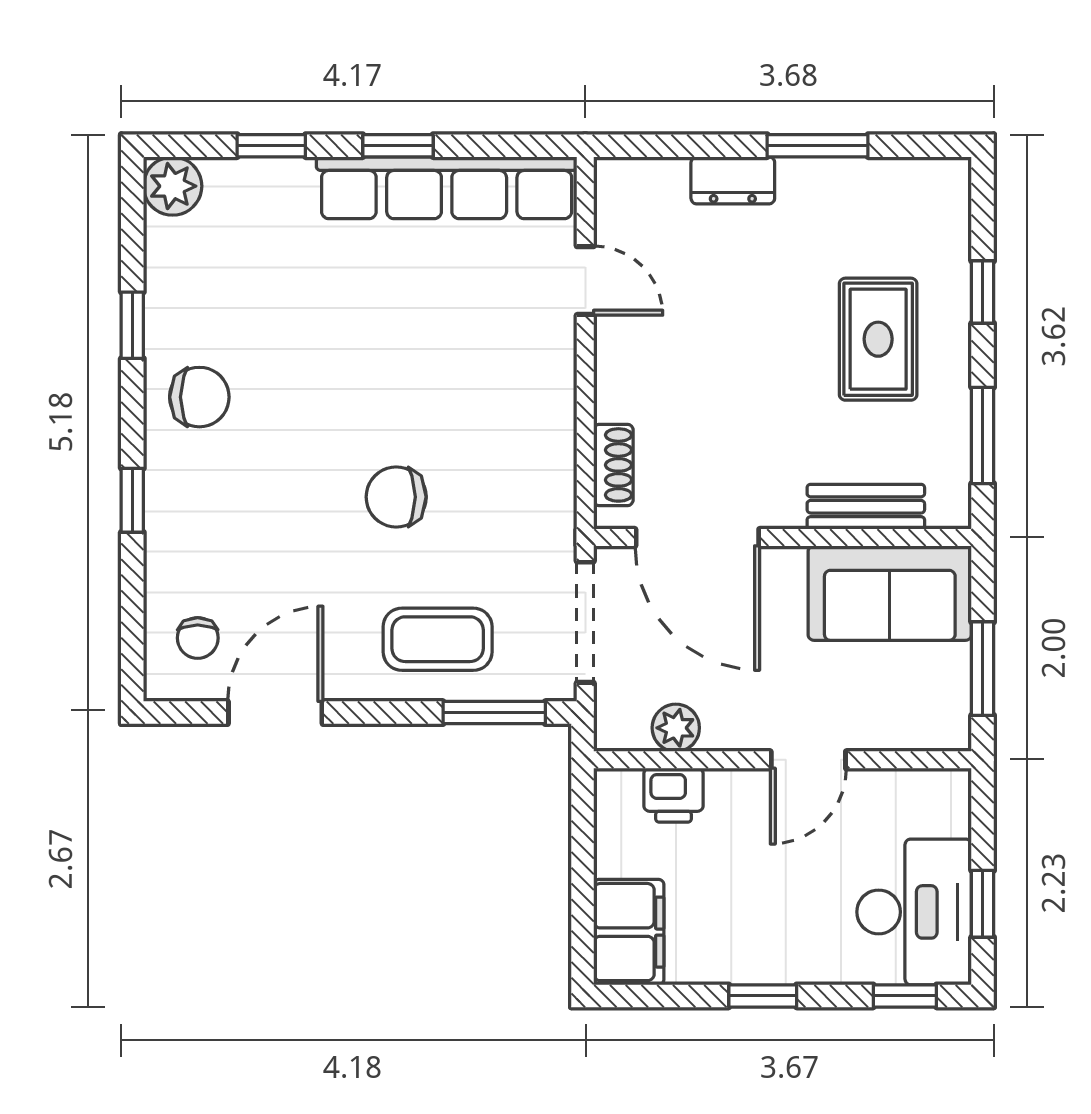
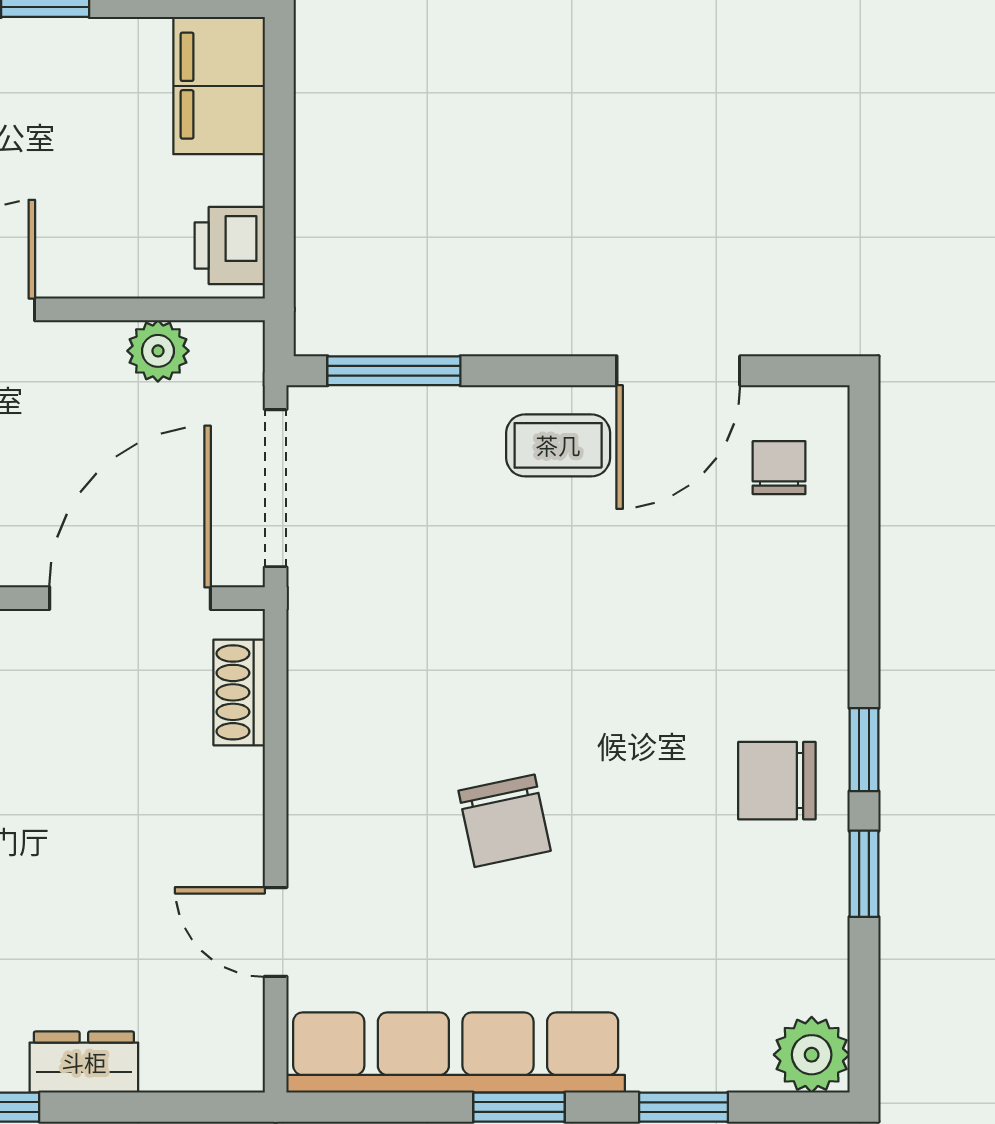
chair: (396, 497) -> (505, 821), moved, turned 78
window: (132, 500) -> (864, 750), moved
door: (697, 538) -> (130, 598), hinge flipped
coffee table: (438, 639) -> (558, 445), moved, width x0.73, depth x0.77
printer: (674, 795) -> (230, 245), moved, turned -90

